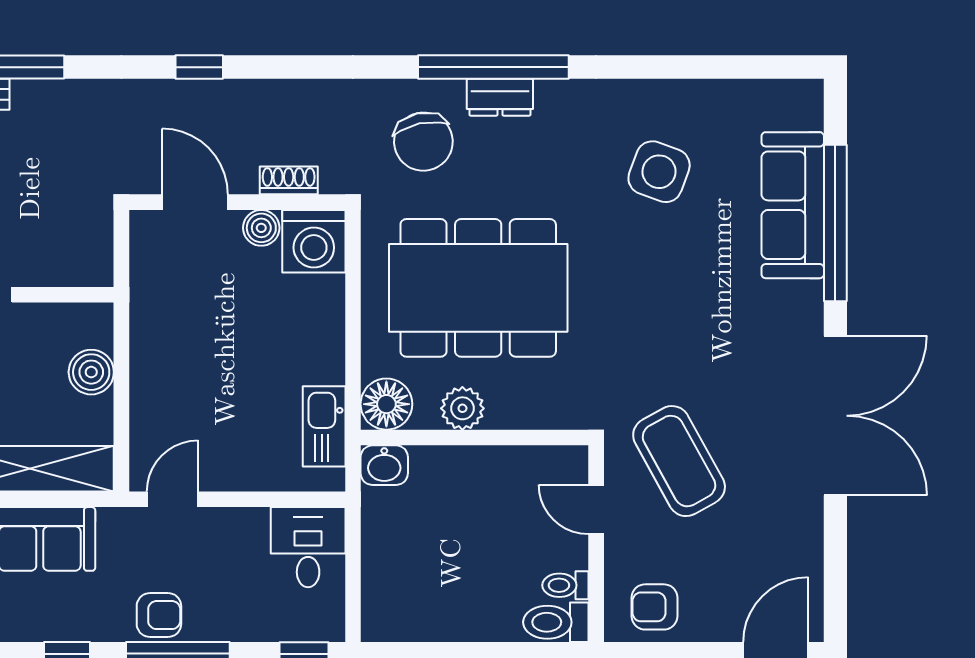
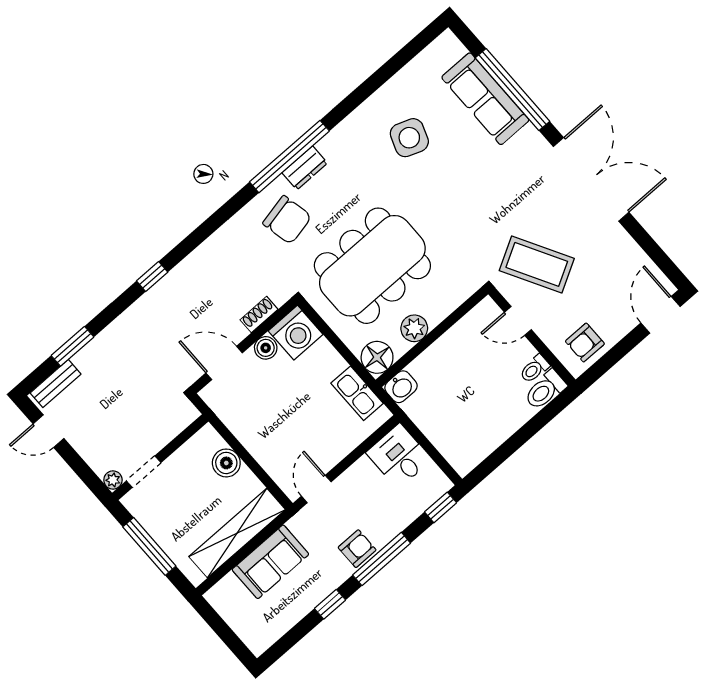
shoe rack: (289, 180) -> (259, 315), moved
door: (195, 202) -> (224, 363), moved
wall: (237, 202) -> (244, 346), moved
boiler: (261, 228) -> (266, 348), moved
washing machine: (314, 241) -> (296, 333), moved

